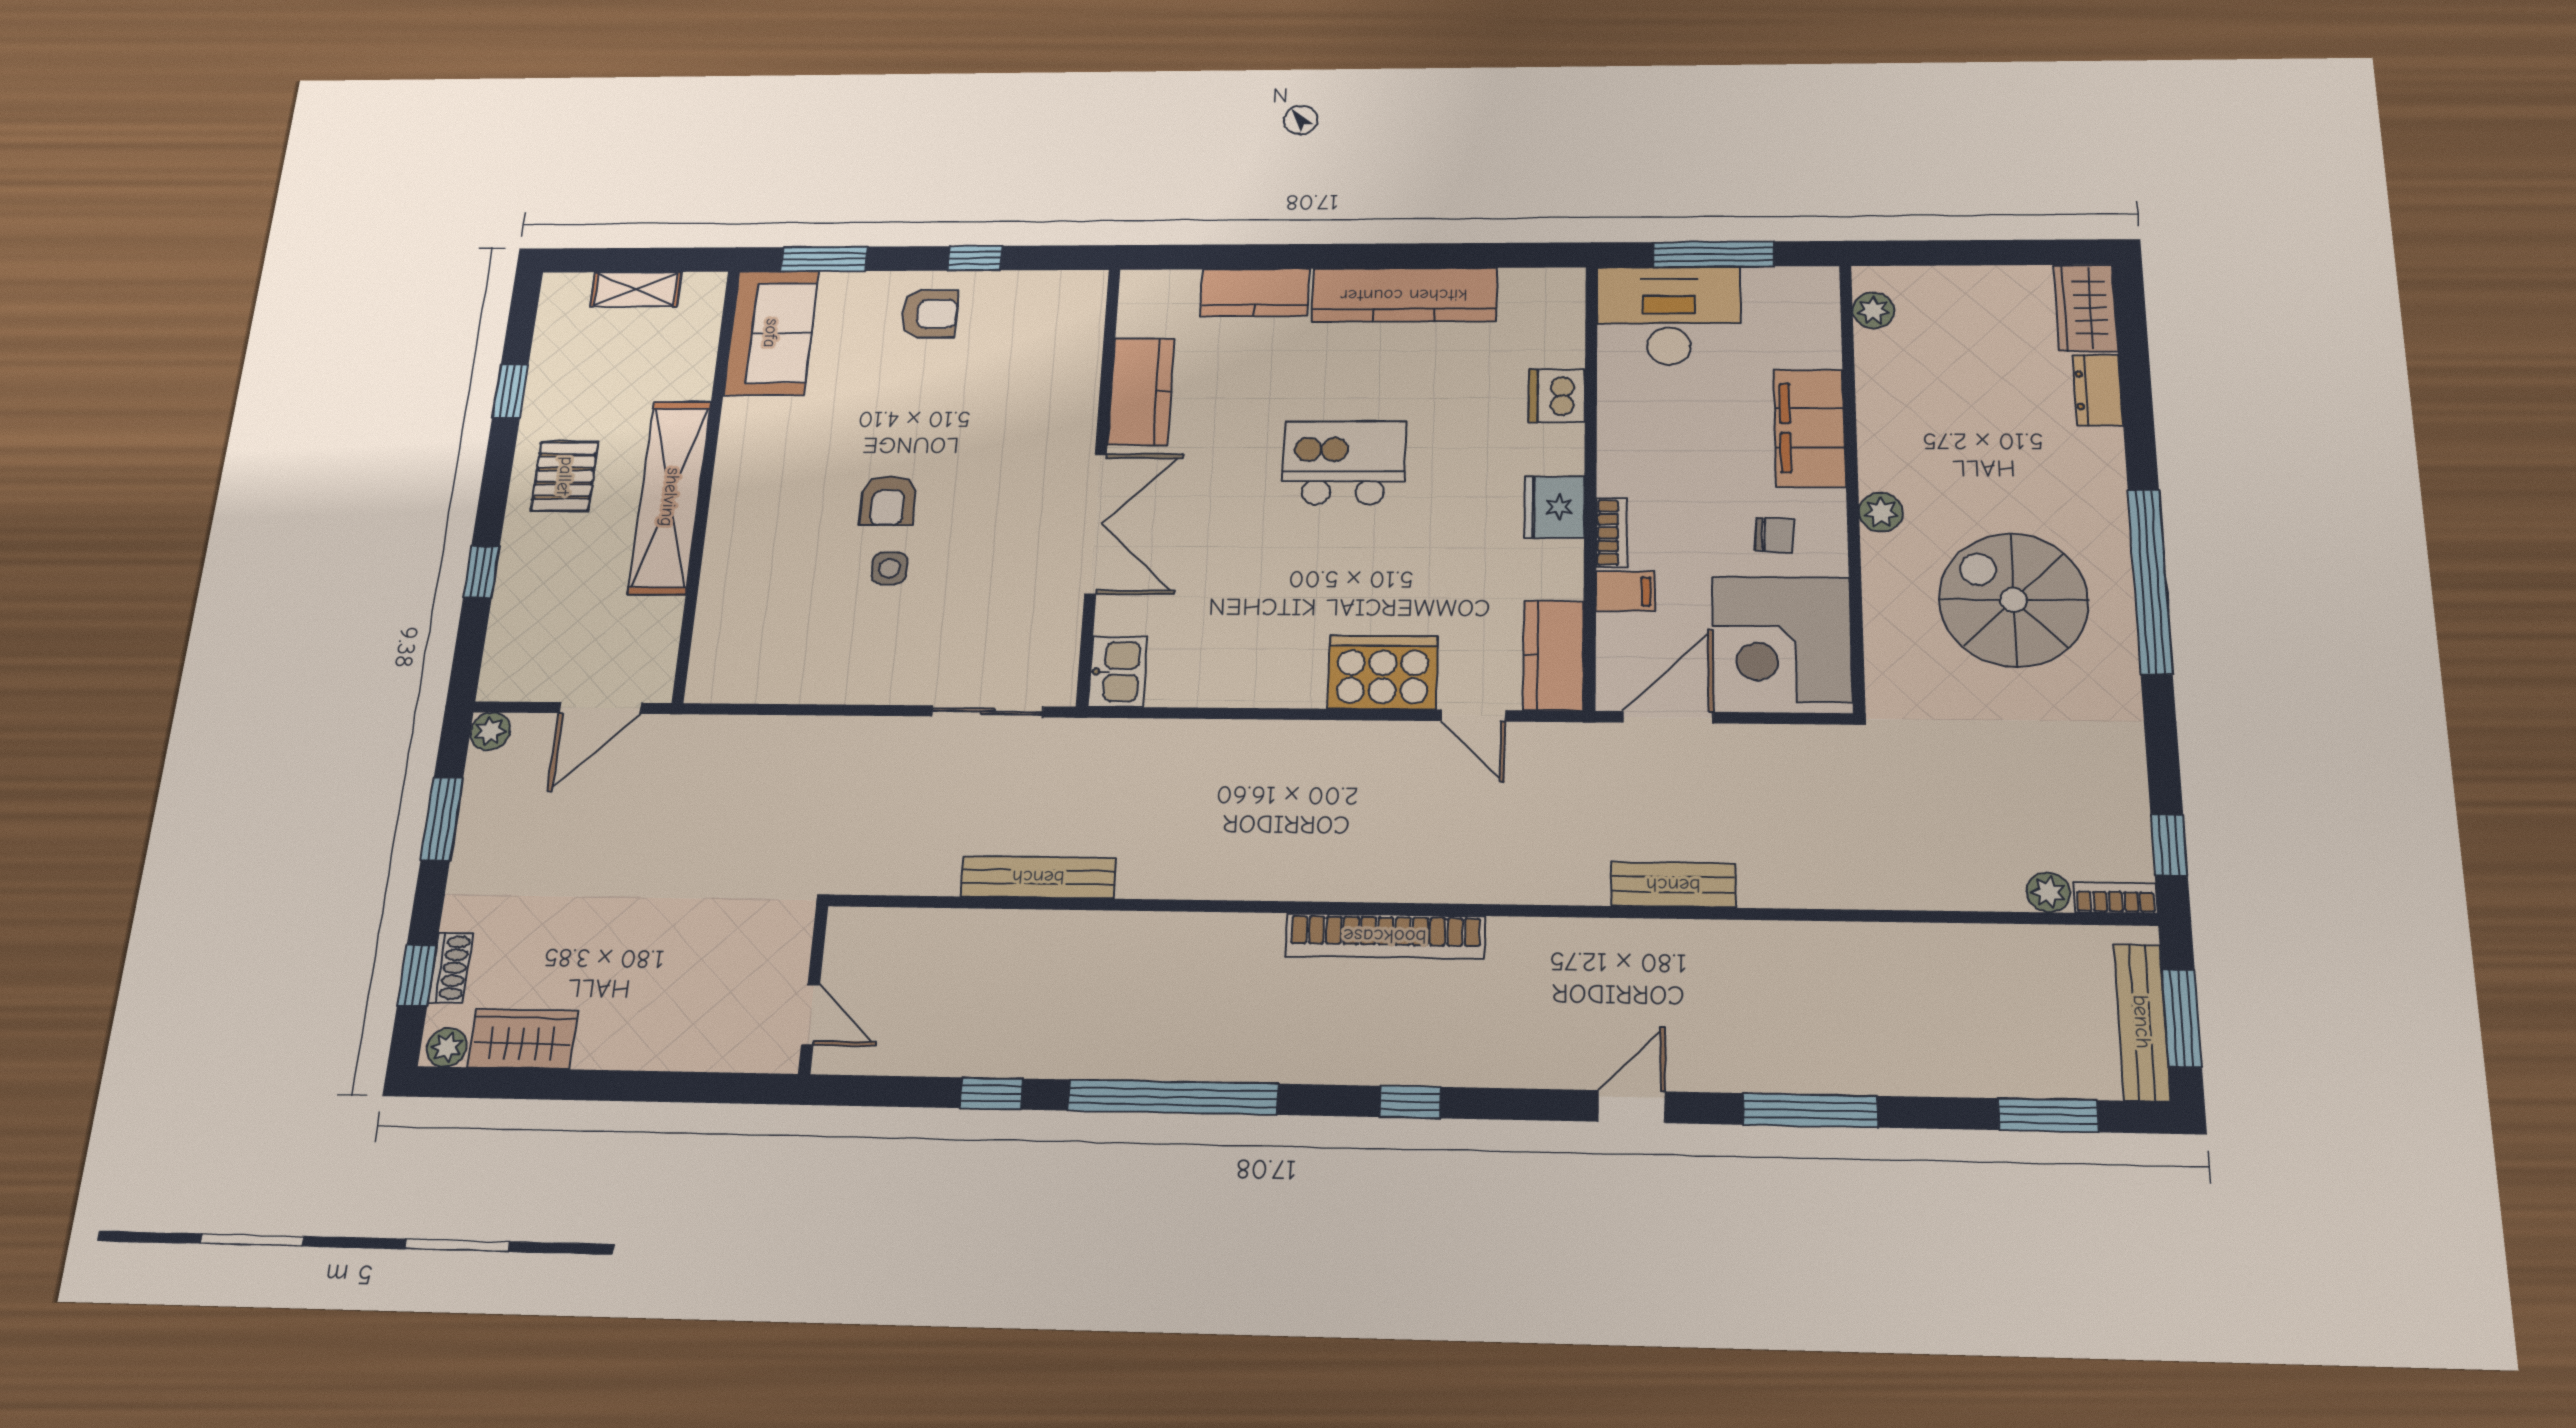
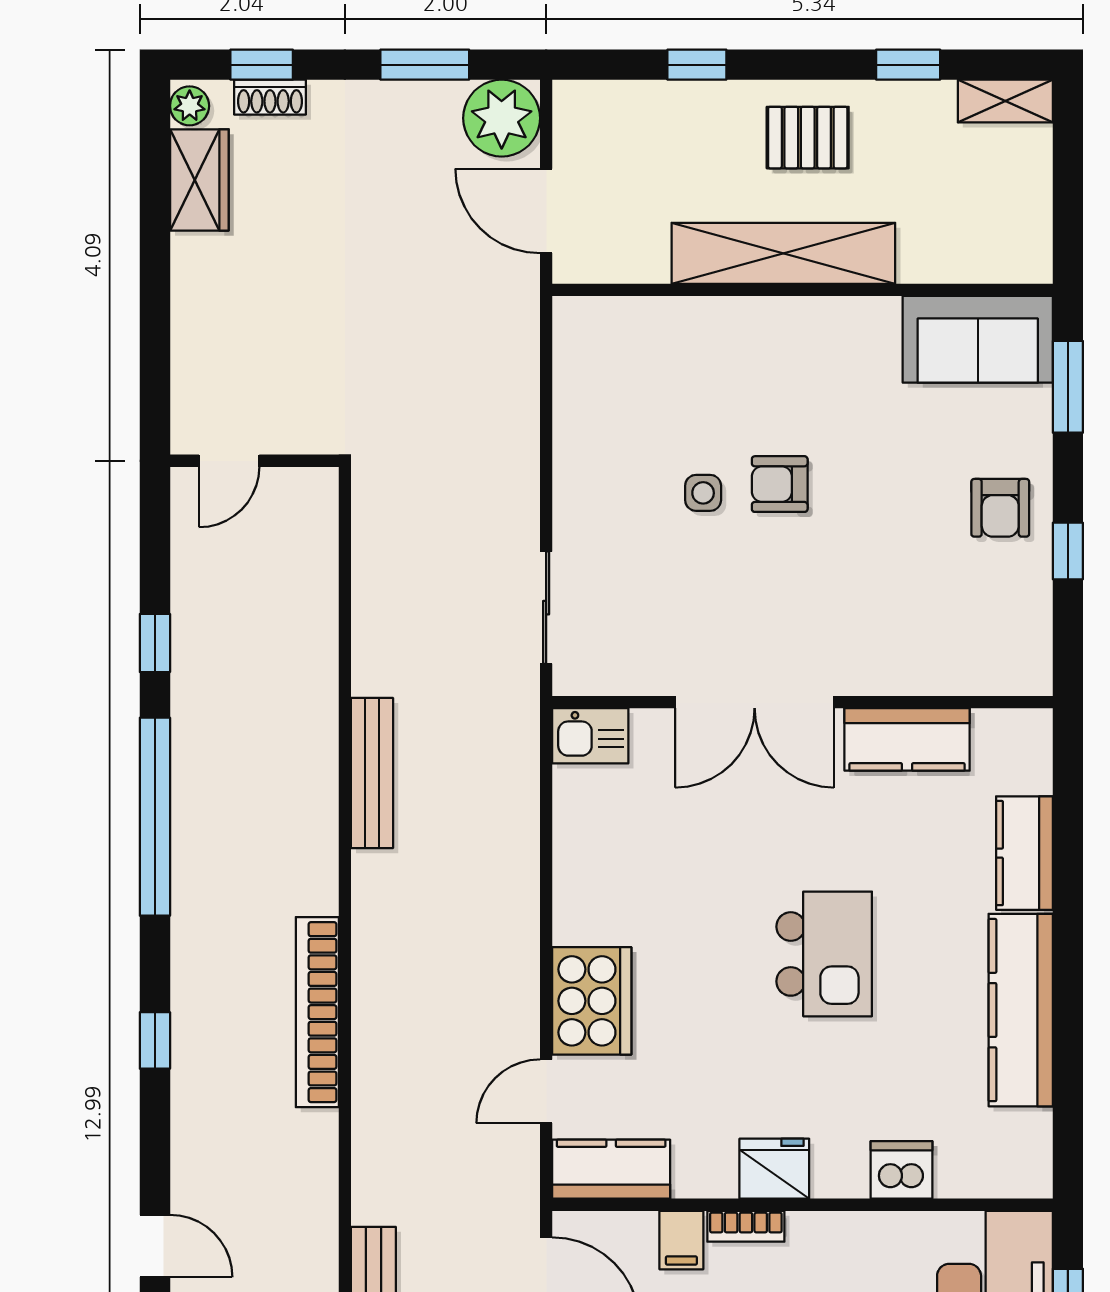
shelving: (636, 289) -> (1005, 101), moved, turned 90
plant: (490, 731) -> (502, 118), width x1.87, depth x1.87
bench: (1038, 877) -> (372, 773), moved

